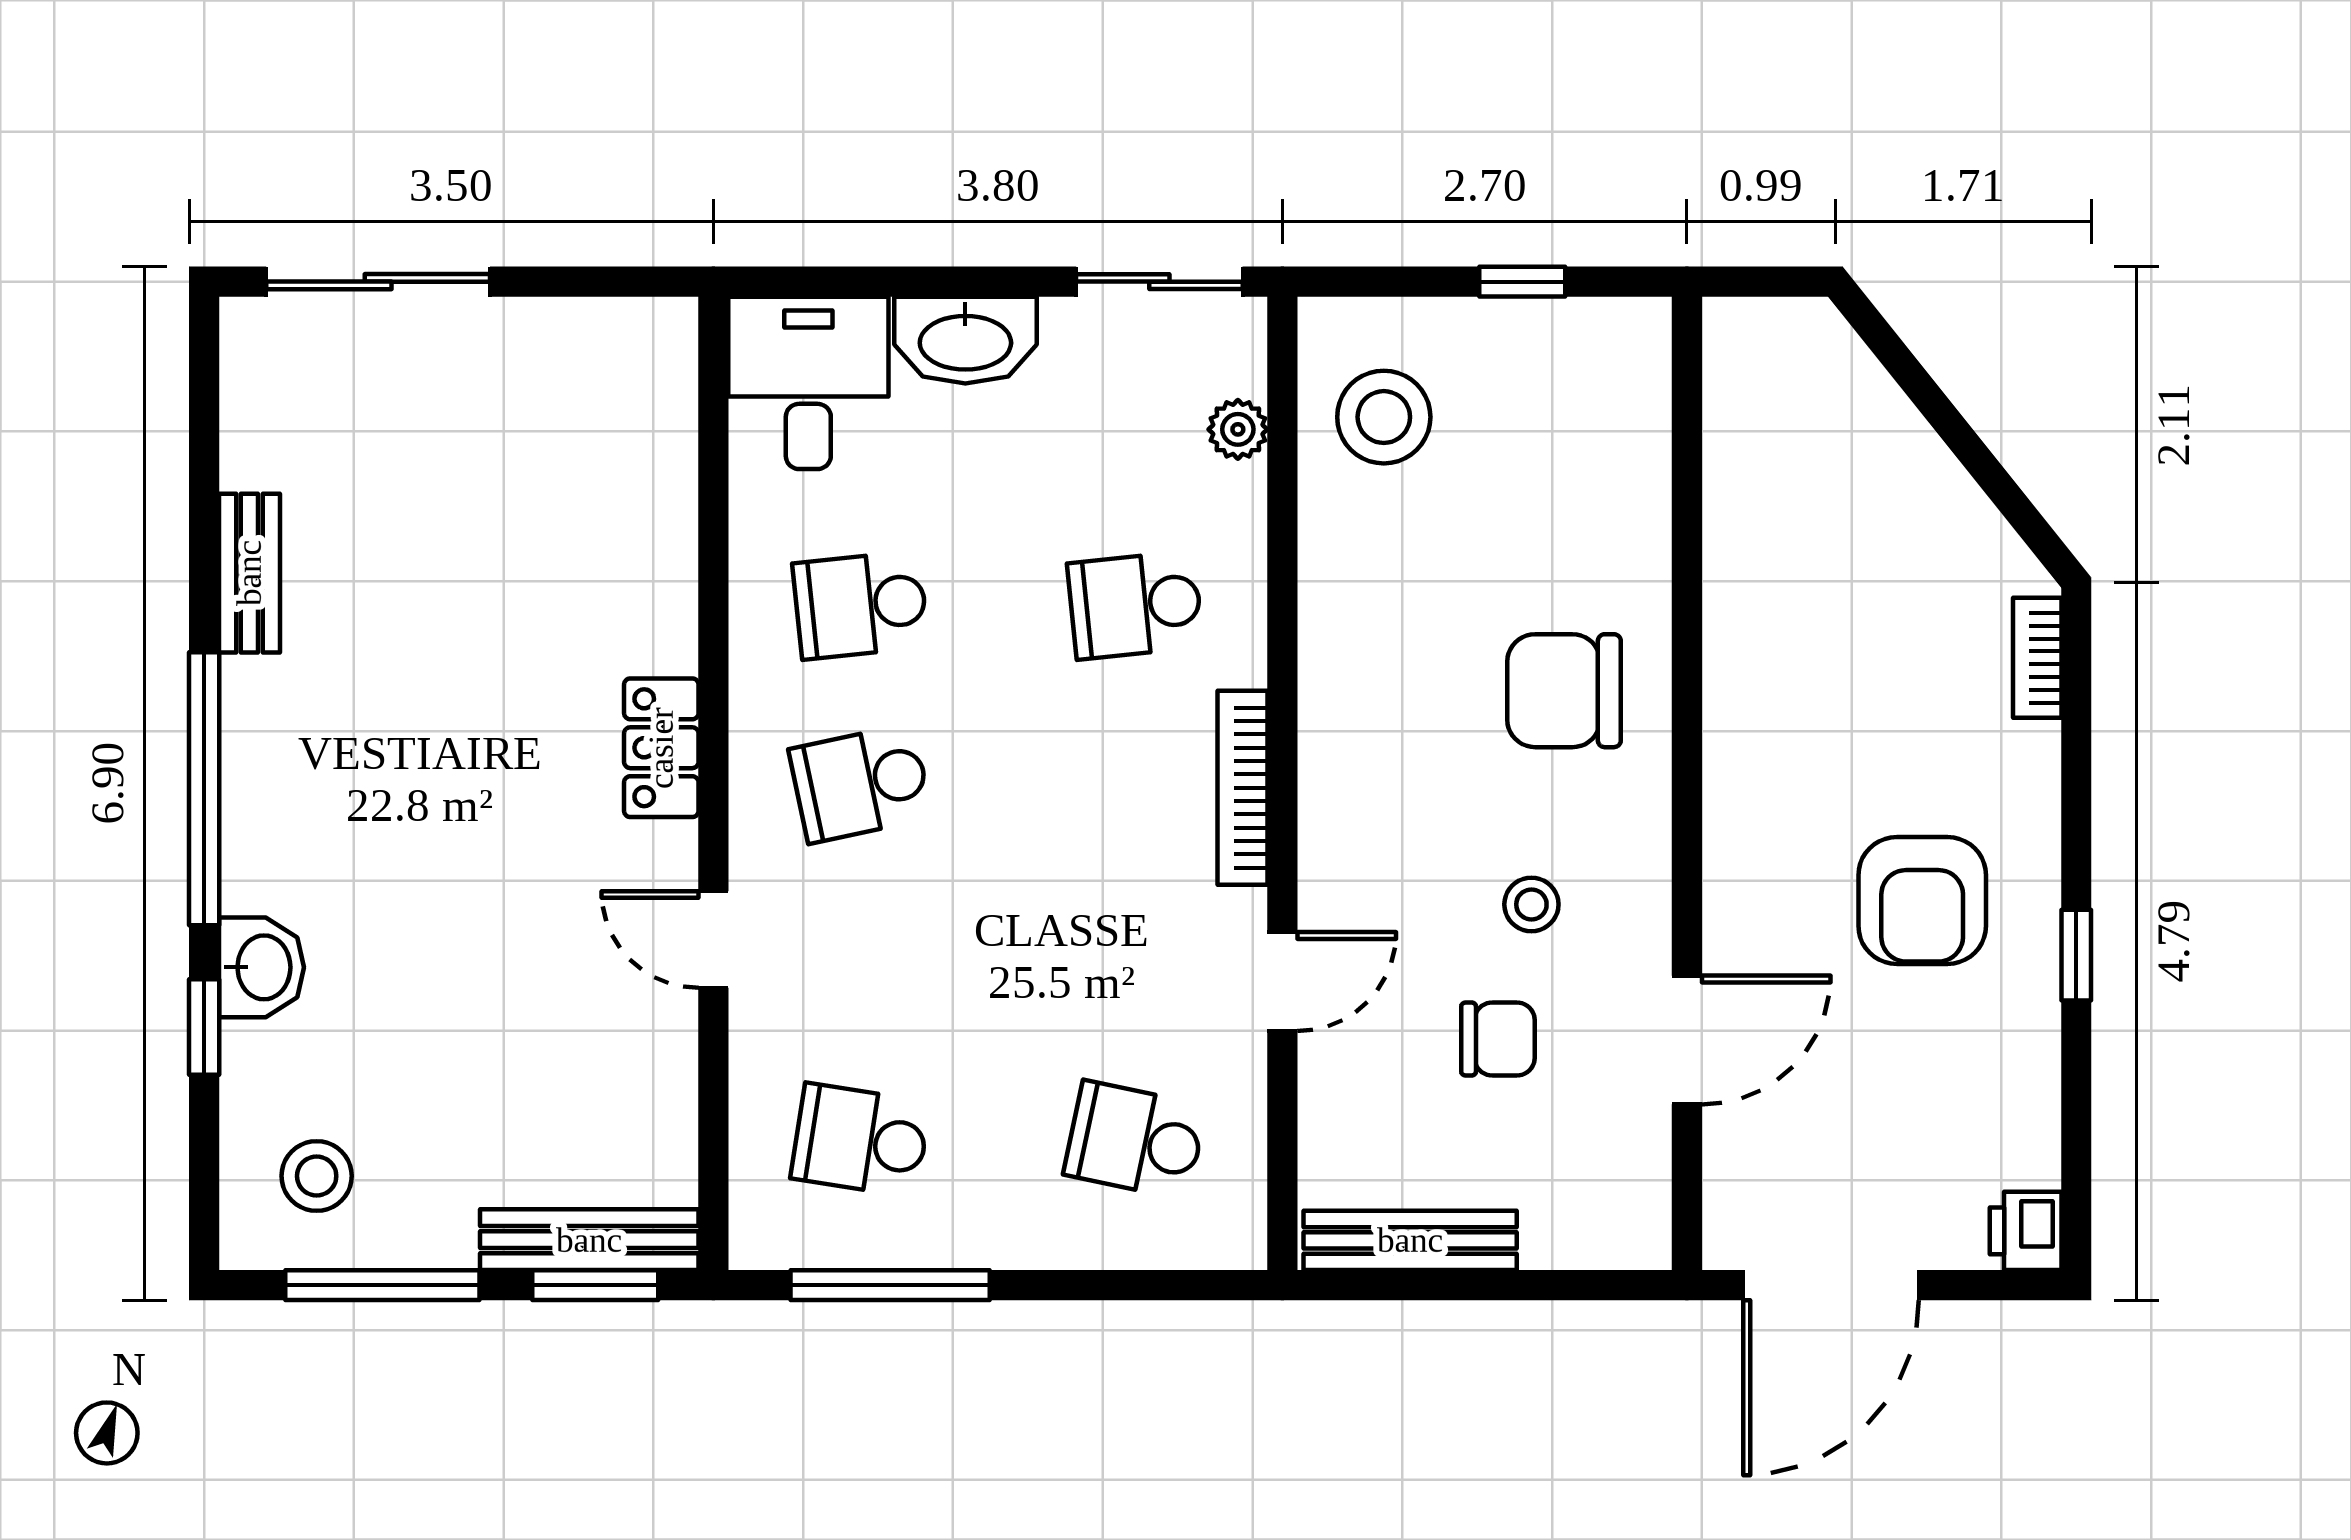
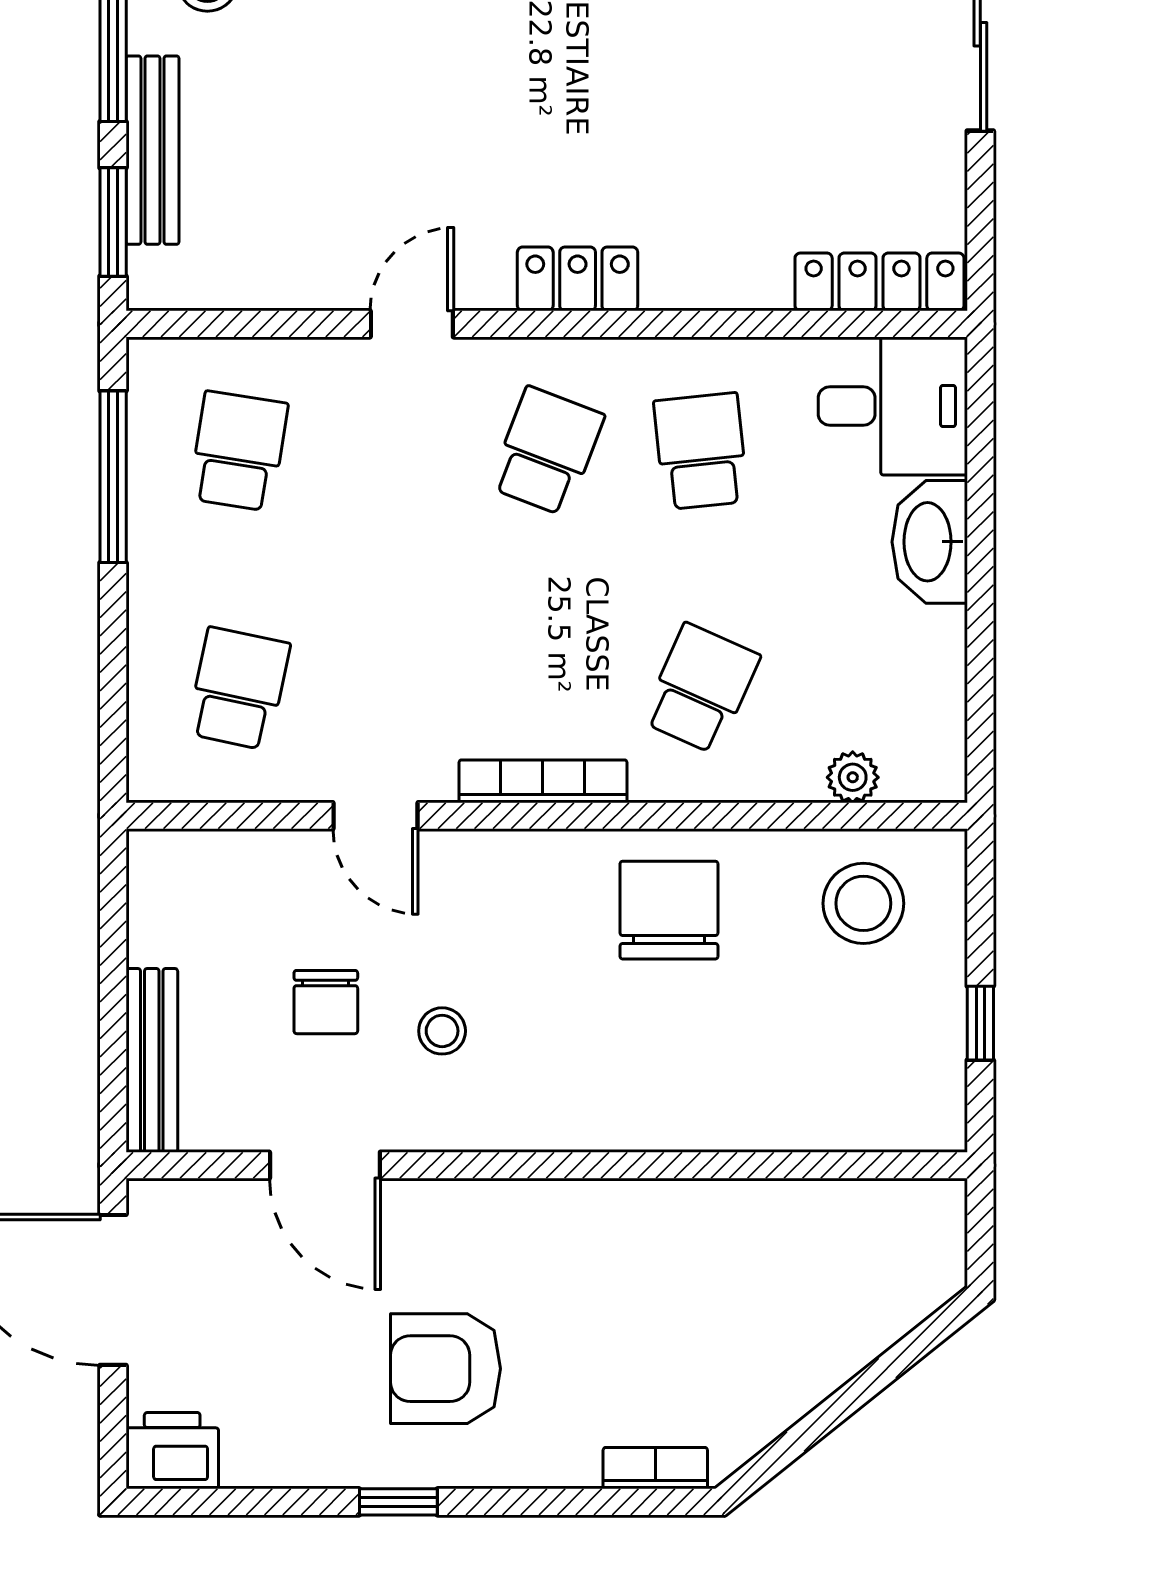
sliding door: (1159, 282) -> (980, 709), removed
locker: (665, 398) -> (880, 282), added
school desk: (1135, 605) -> (701, 689), turned 30
chair: (1564, 691) -> (669, 910), moved
school desk: (861, 783) -> (547, 451), turned 33
printer: (2026, 1231) -> (172, 1451), width x1.36, depth x1.24
bench: (589, 1240) -> (152, 150), moved
bench: (1410, 1240) -> (152, 1060), moved

